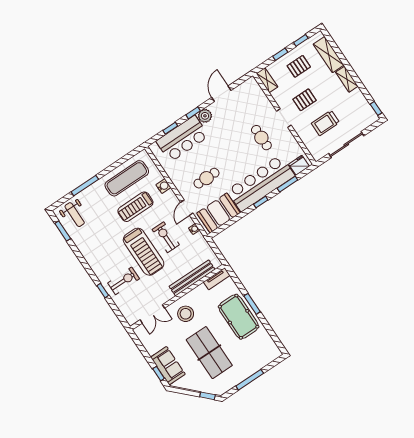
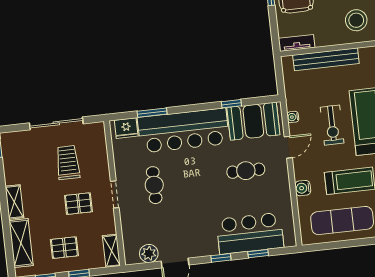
plant: (205, 116) -> (149, 253), moved
trolley: (325, 123) -> (68, 163), turned -90
window: (261, 202) -> (231, 104), moved

